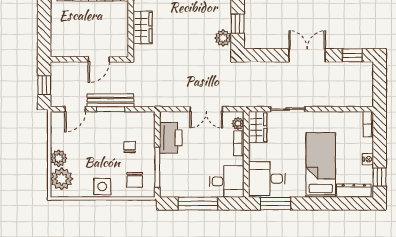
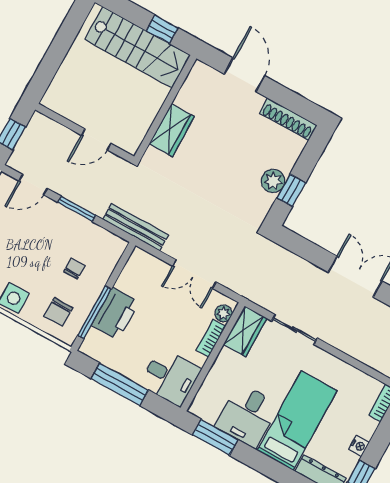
plant: (223, 38) -> (273, 181), moved
bench: (110, 100) -> (136, 227), moved
printer: (171, 138) -> (115, 314), moved
desk: (267, 179) -> (247, 415), moved, turned -90

